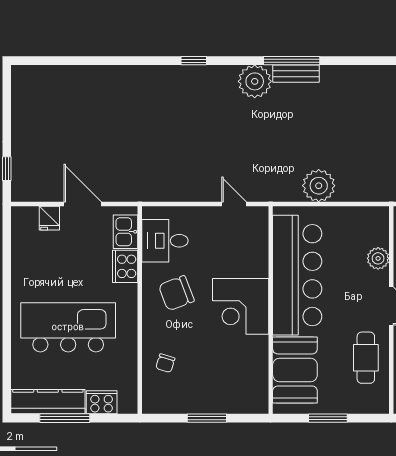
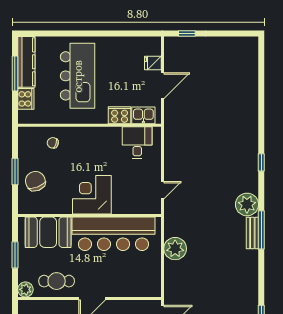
plant: (378, 258) -> (25, 289), moved
chair: (176, 293) -> (35, 181), moved

